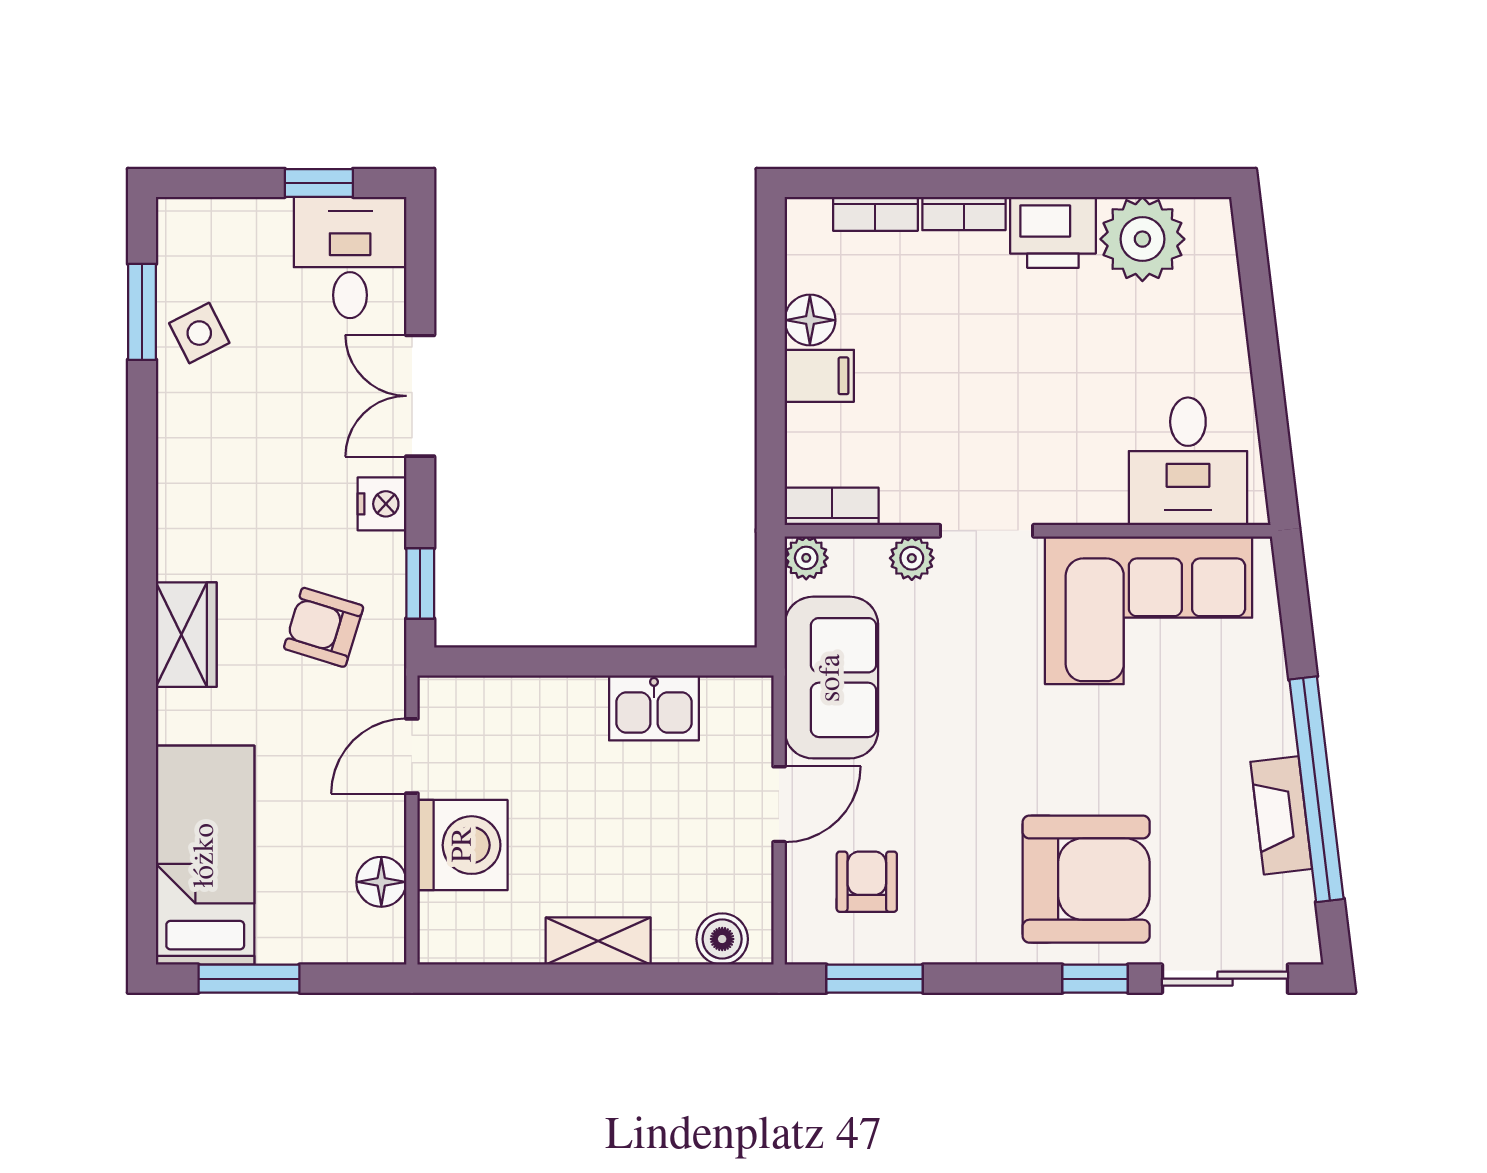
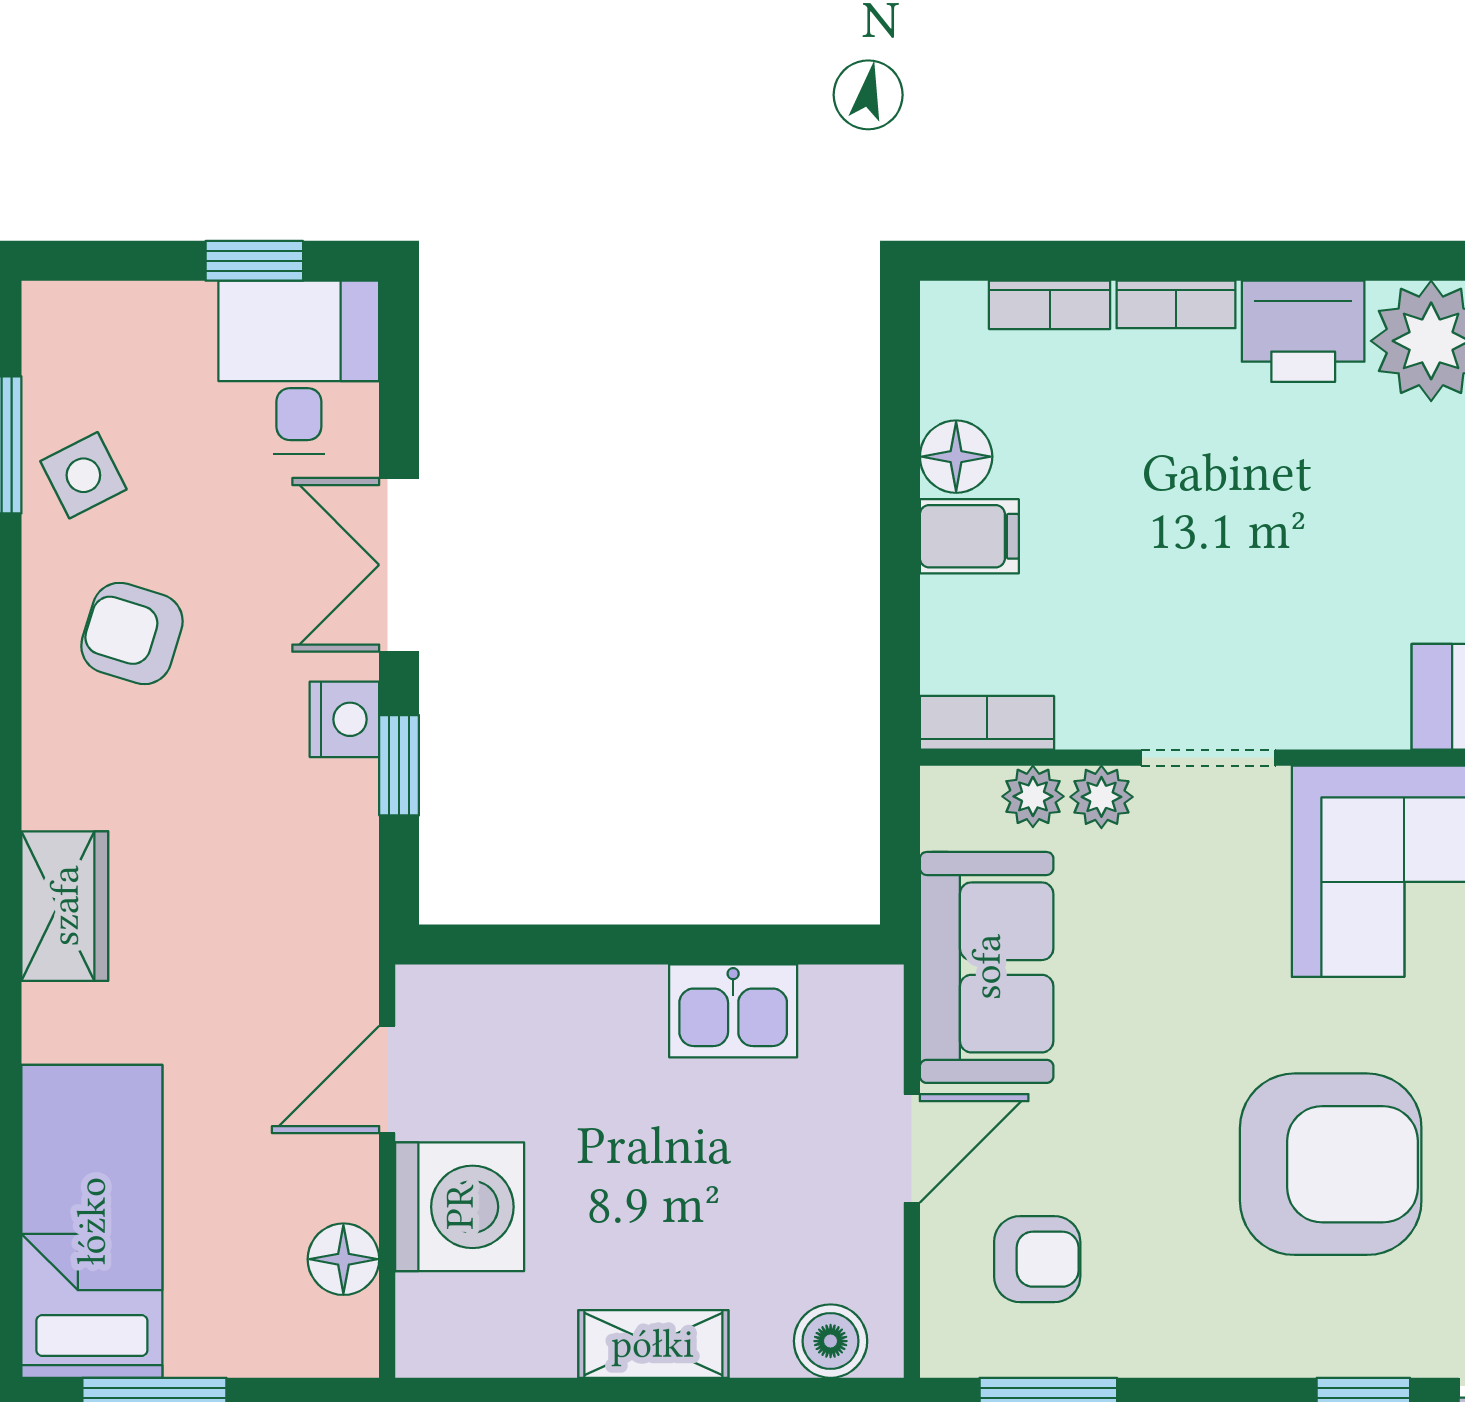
plant: (806, 558) -> (1033, 796), moved
window: (420, 583) -> (399, 765), moved
armchair: (324, 627) -> (132, 633), moved
armchair: (1086, 879) -> (1331, 1164), moved
armchair: (867, 882) -> (1037, 1259), turned 90

